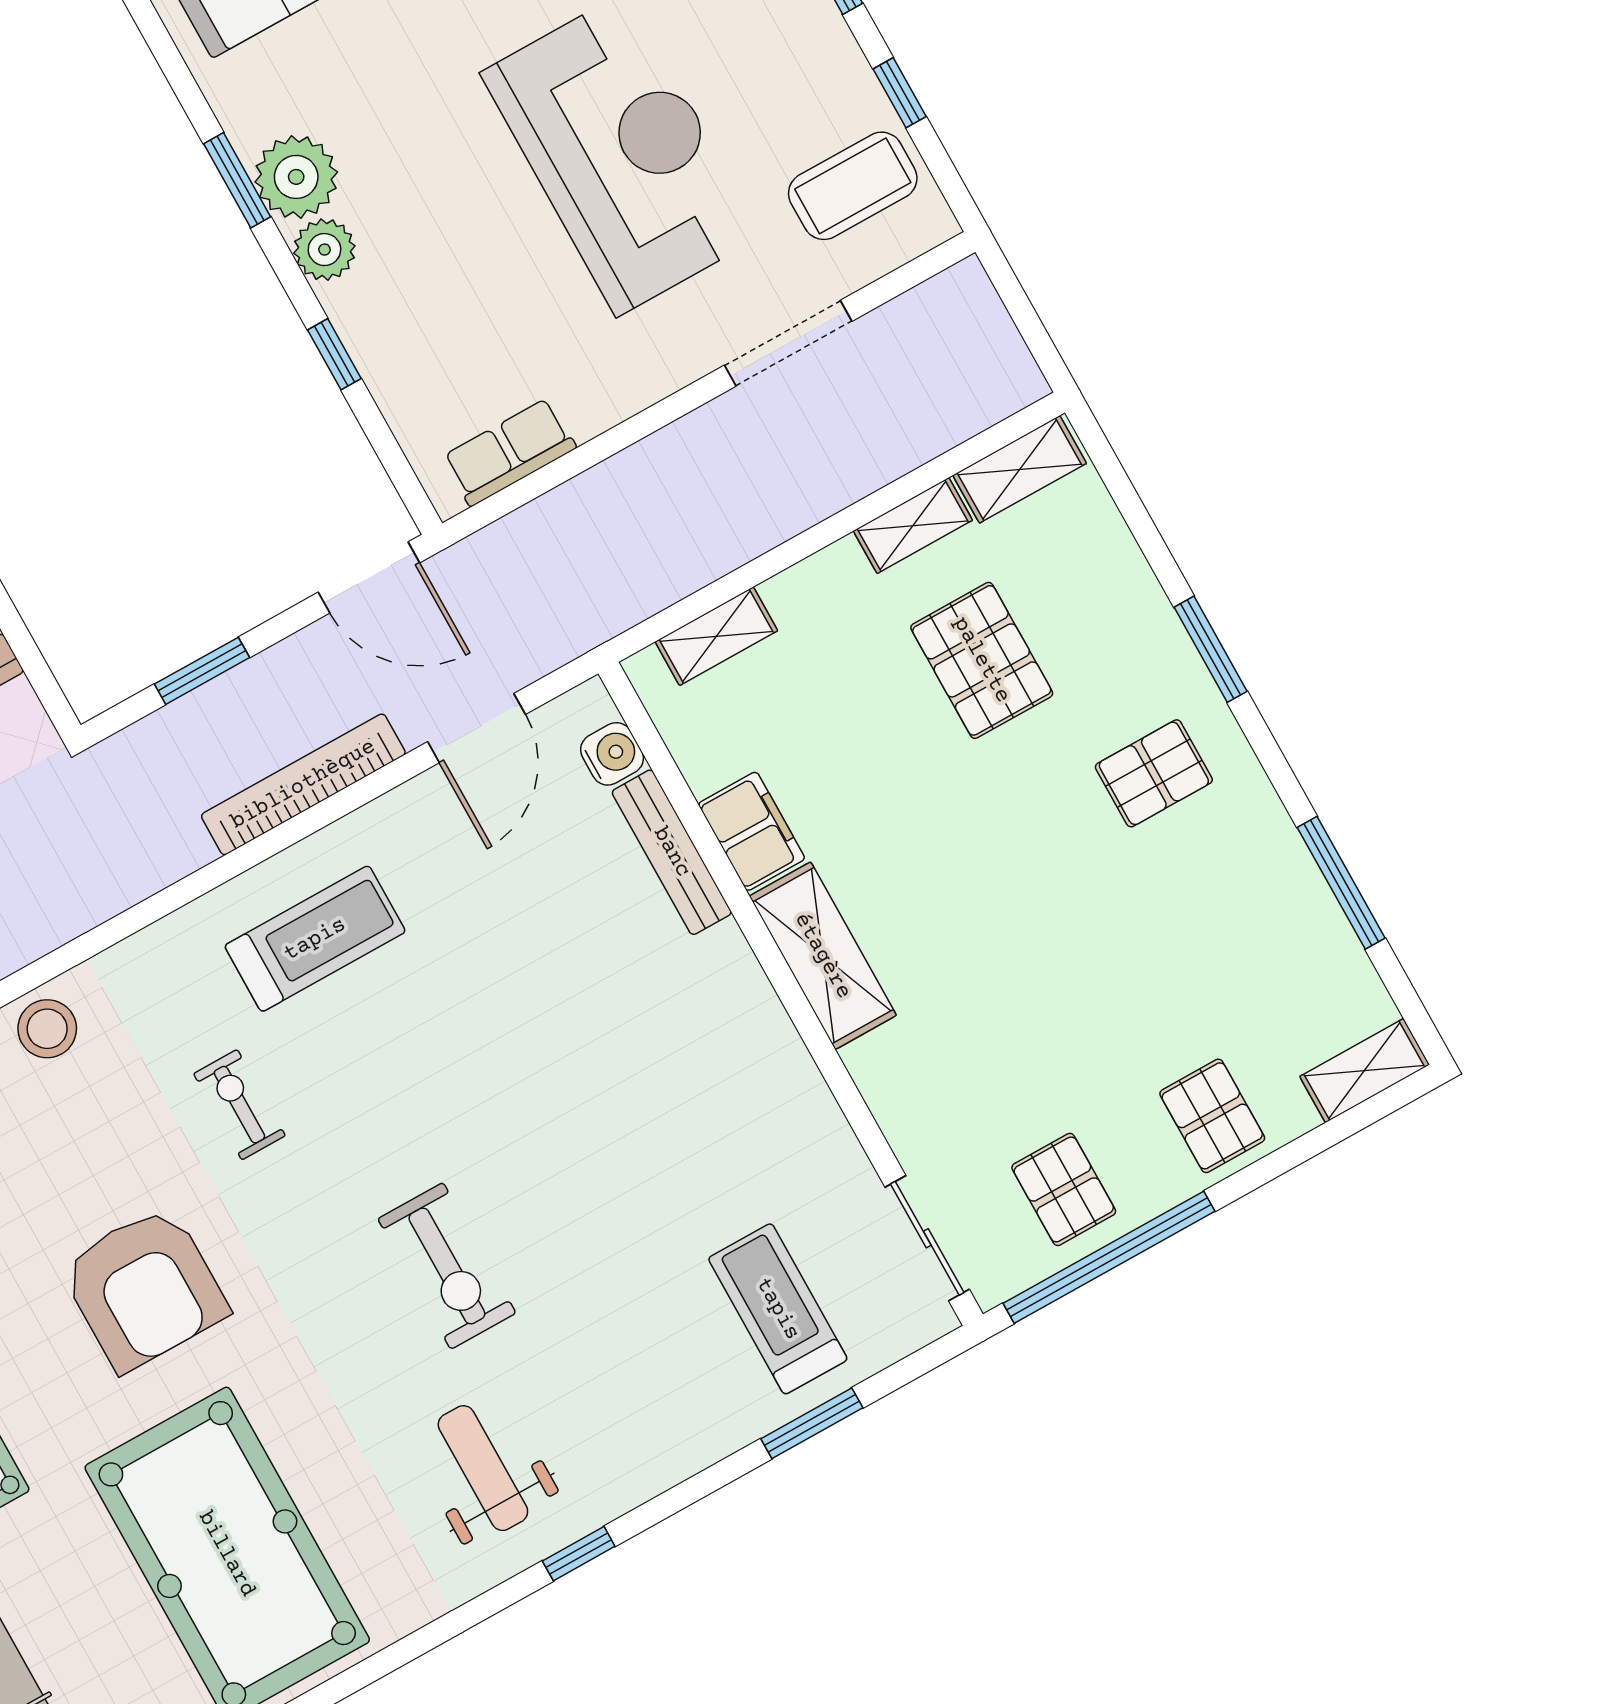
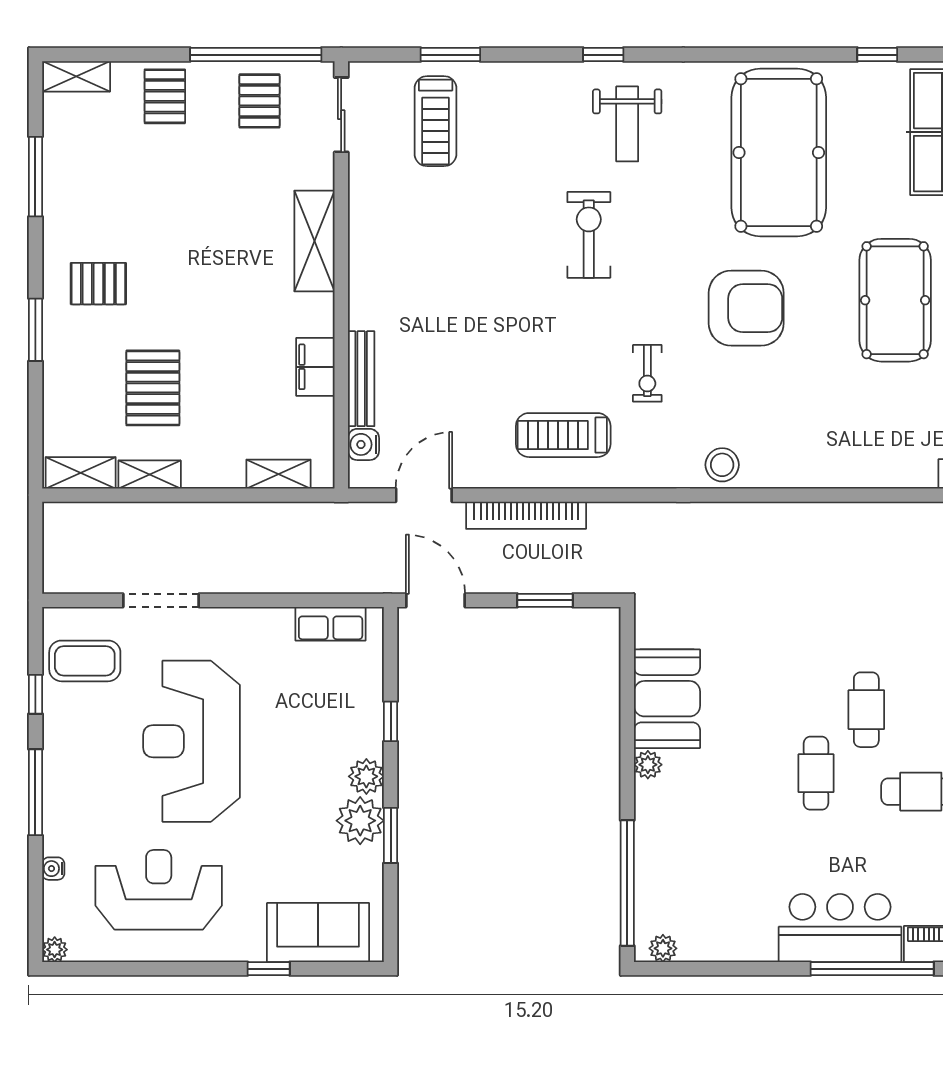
shelving: (823, 956) -> (314, 241), moved
armchair: (144, 1288) -> (746, 308), turned 90

